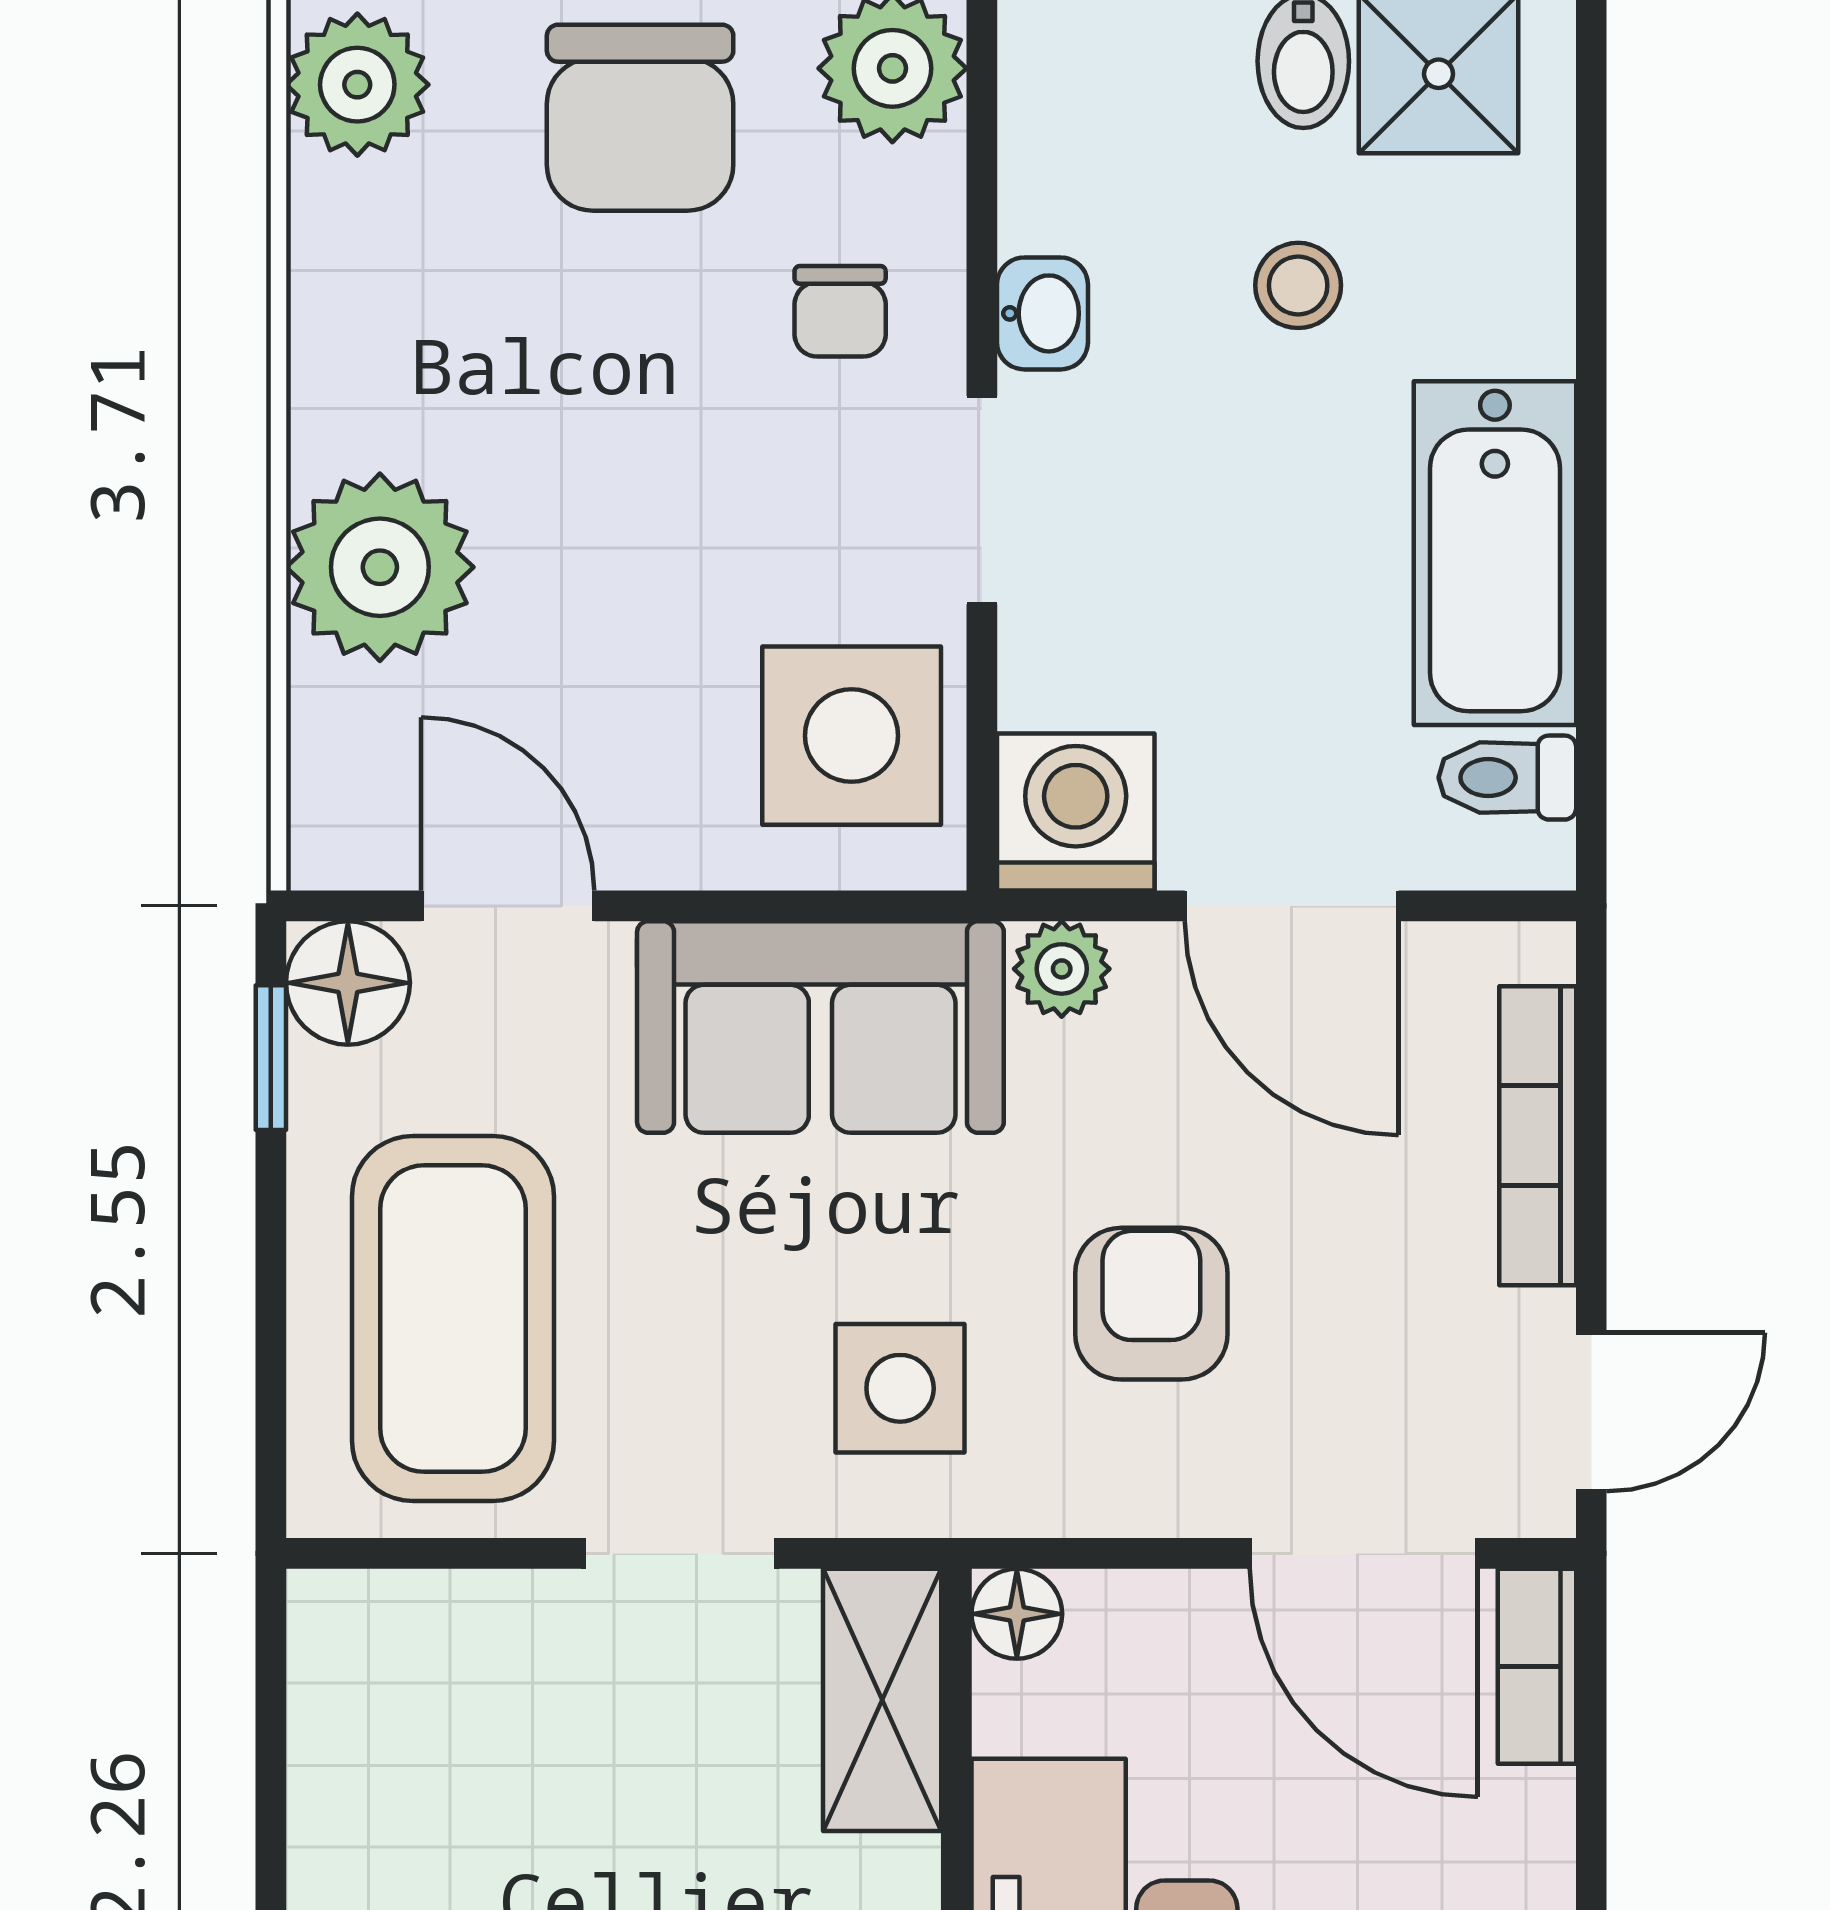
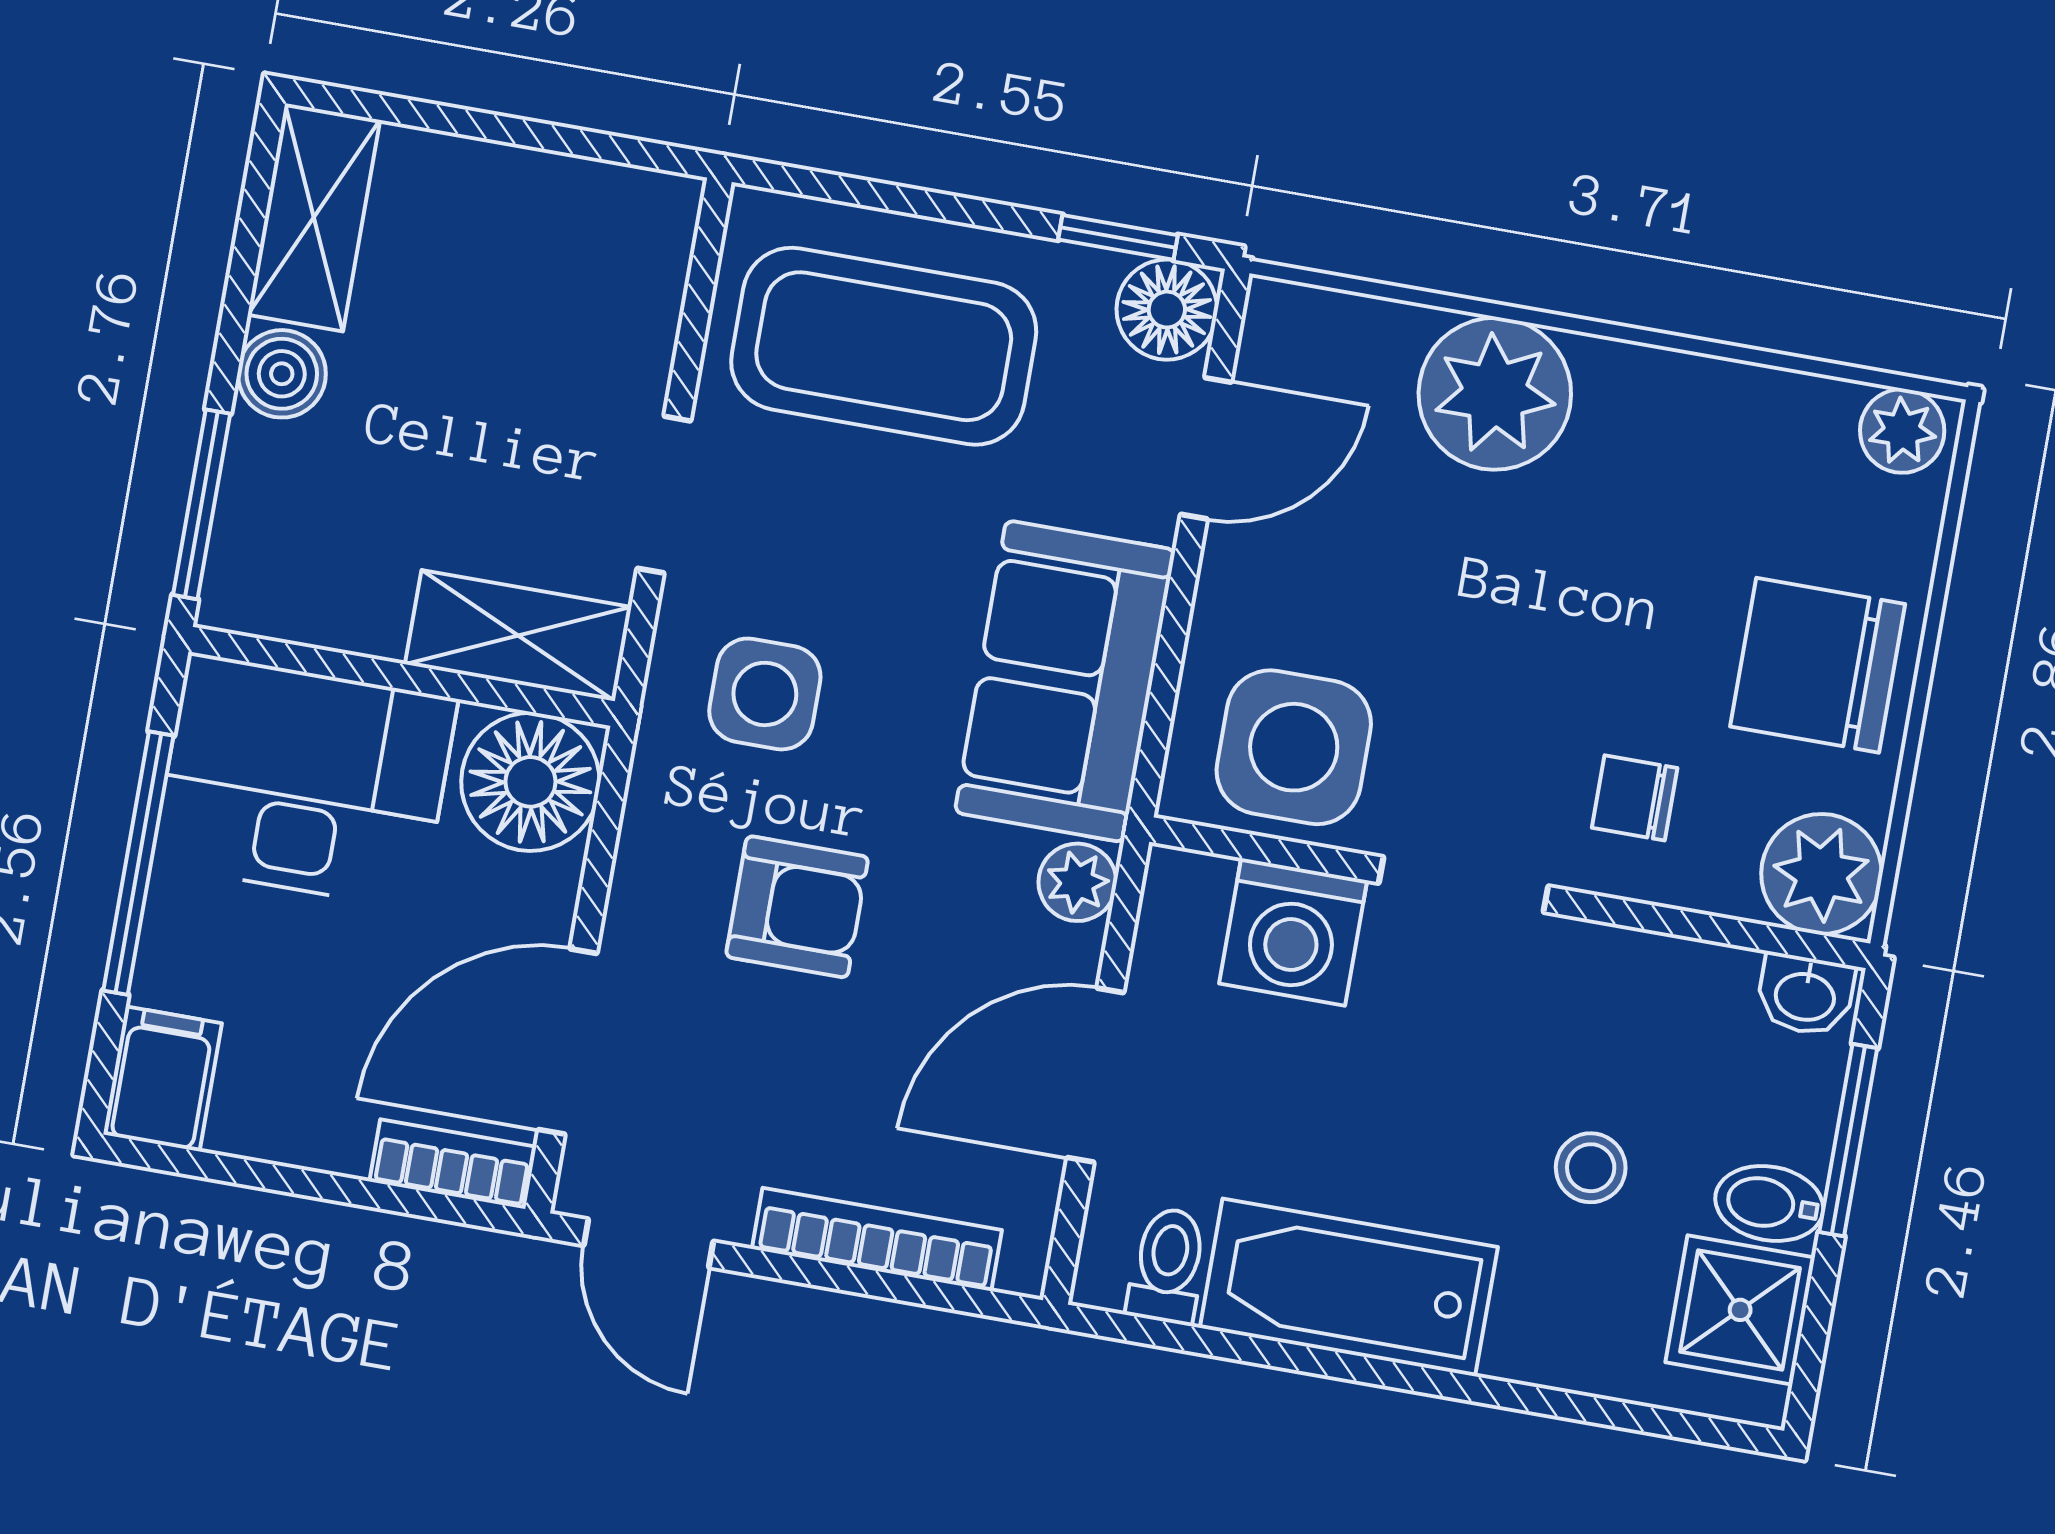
plant: (357, 85) -> (1902, 431), width x0.73, depth x0.73
washbasin: (1042, 313) -> (1805, 995), moved
washing machine: (1076, 812) -> (1293, 932), moved, turned 90
floor lamp: (1017, 1614) -> (530, 782), width x1.89, depth x1.89

